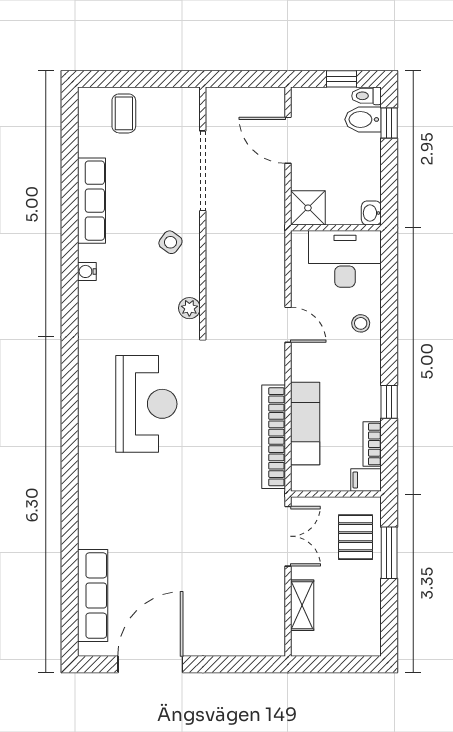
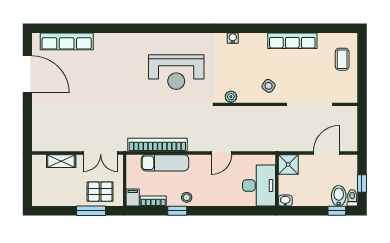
coffee table: (124, 113) -> (342, 59), turned 90
water cooler: (87, 271) -> (233, 38), moved
stool: (361, 323) -> (187, 197), moved

